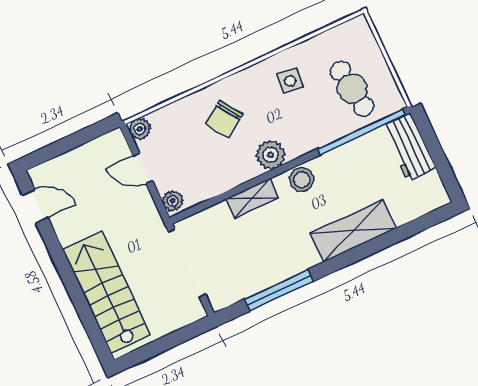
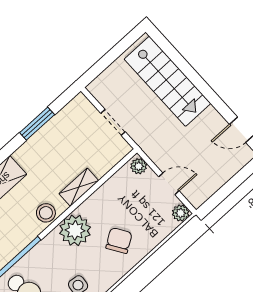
plant: (271, 155) -> (75, 230), width x1.36, depth x1.36
doorway: (187, 263) -> (113, 122), width x0.53
window: (279, 290) -> (37, 124), width x0.69

